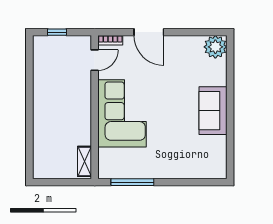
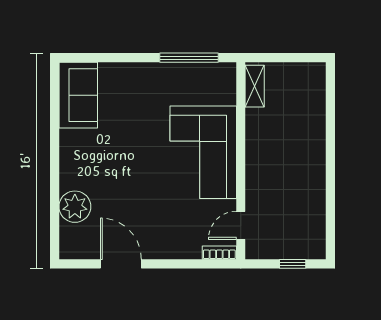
door: (149, 32) -> (121, 264), moved
plant: (215, 47) -> (75, 207), moved
sofa: (213, 111) -> (78, 95), moved

